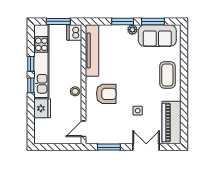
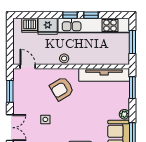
window: (123, 21) -> (132, 88), moved
dishwasher: (74, 32) -> (30, 25), moved, turned 180
armchair: (106, 94) -> (62, 89), turned 59

